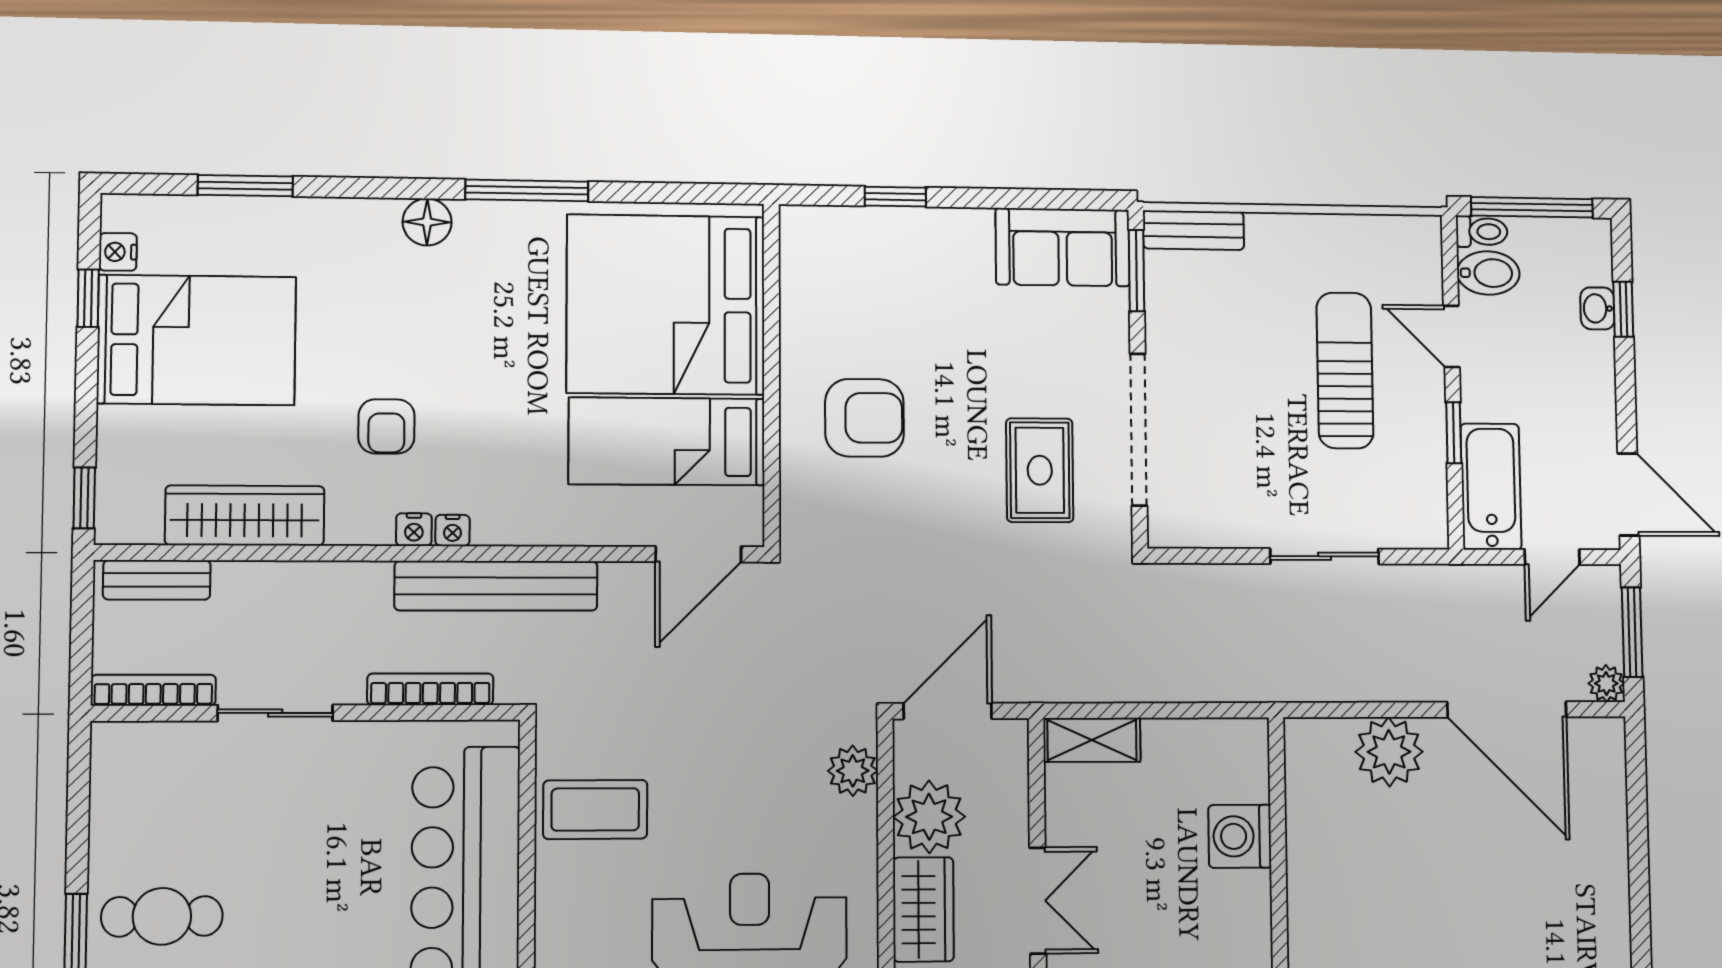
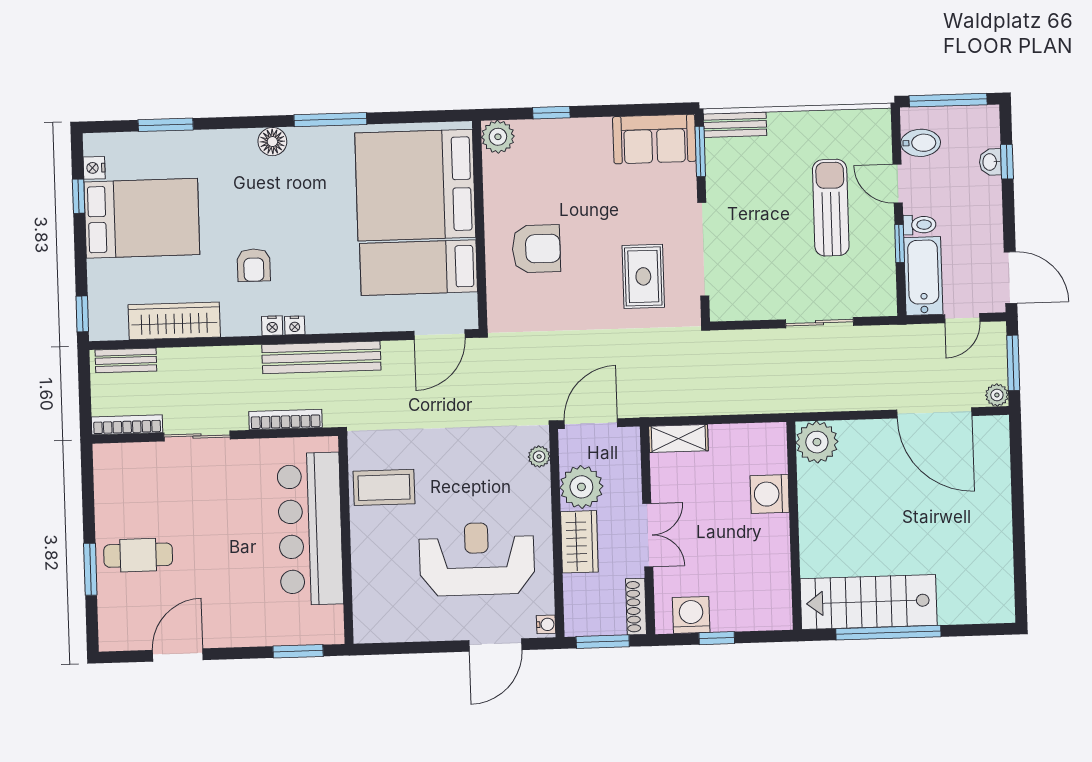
plant: (806, 232) -> (498, 137), added
toilet: (1482, 232) -> (920, 225), moved
plant: (1389, 752) -> (817, 442), moved
plant: (853, 771) -> (539, 457), width x0.73, depth x0.73

